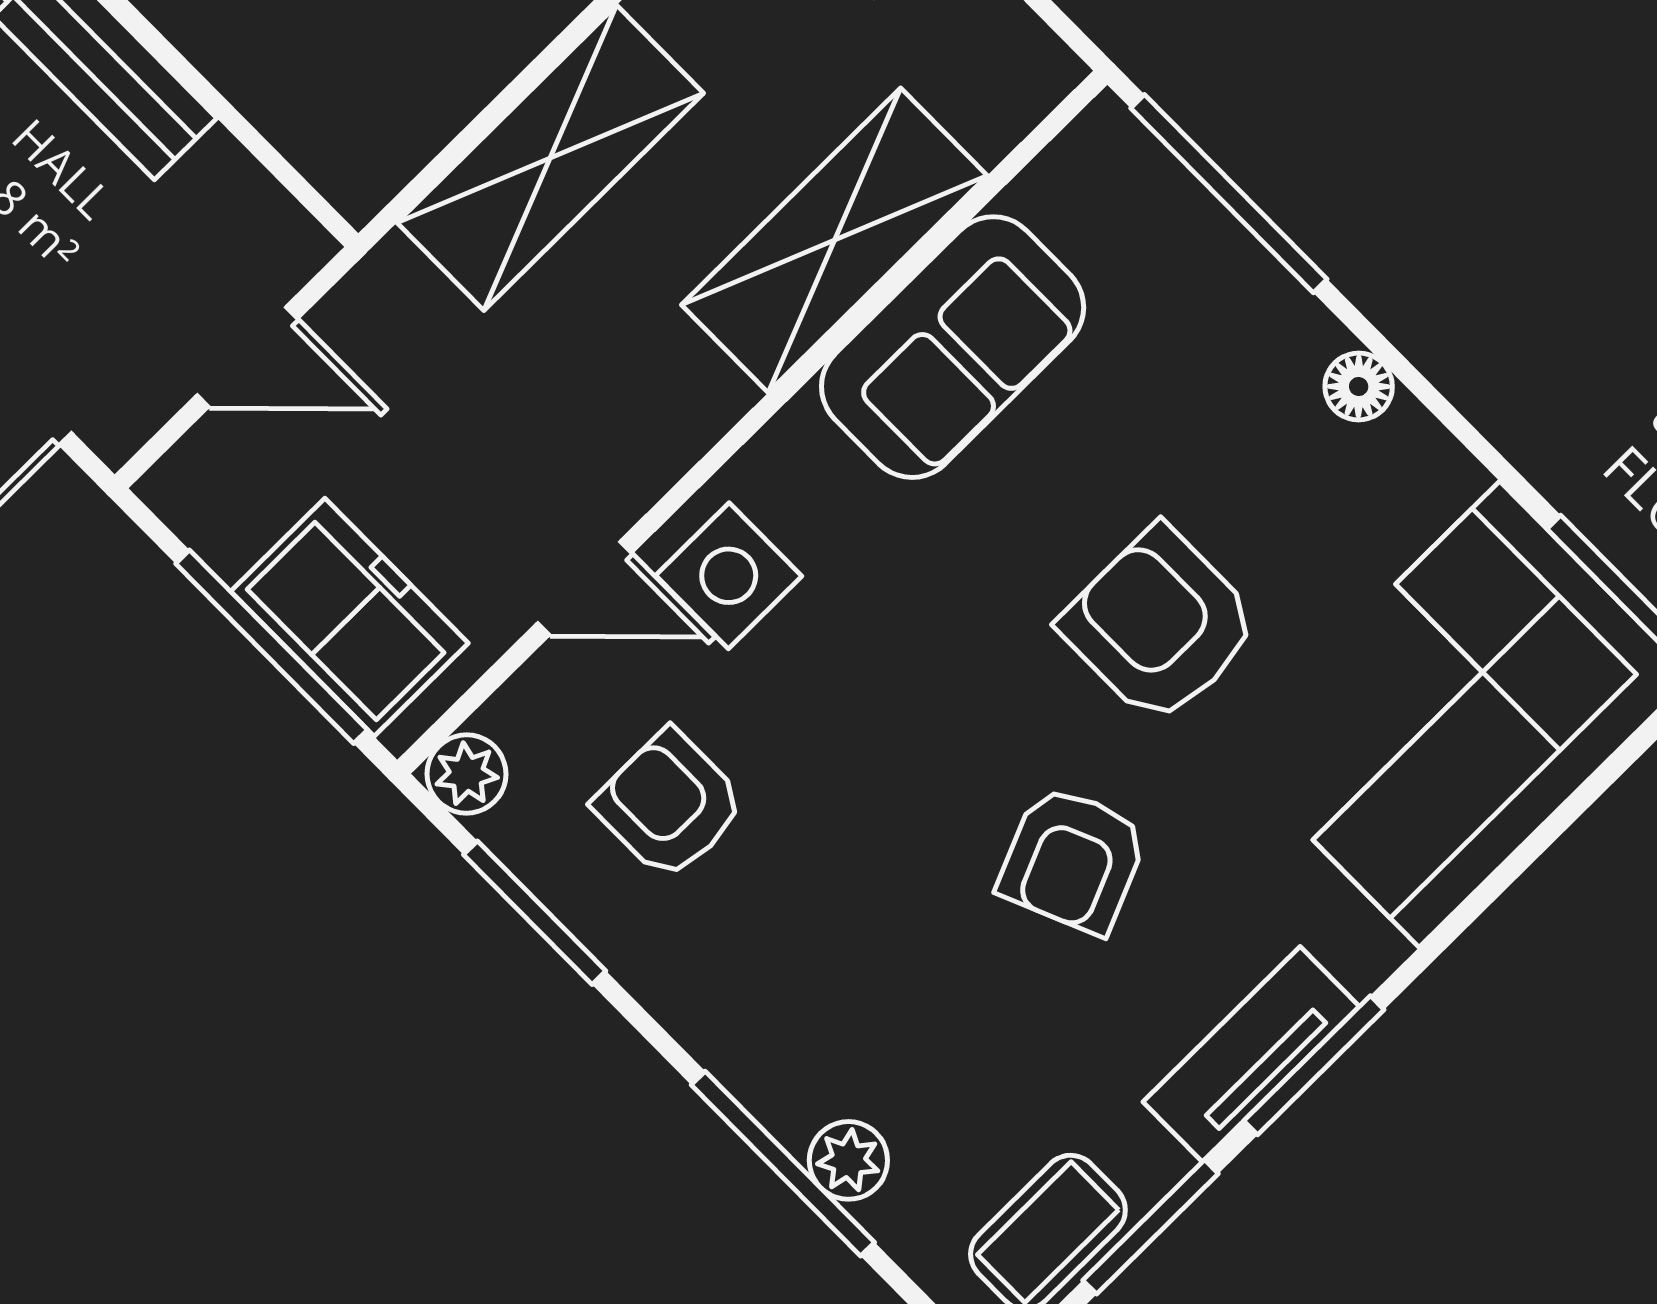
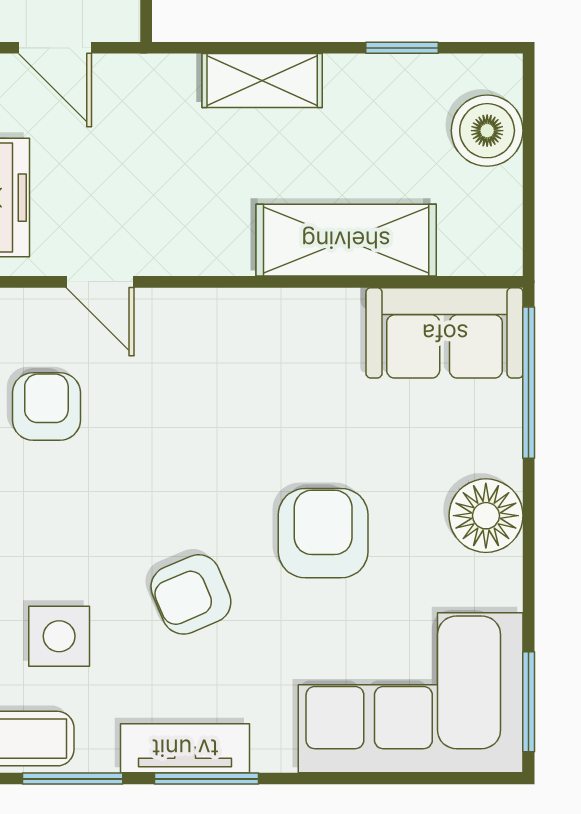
shelving: (550, 158) -> (262, 81), width x0.67, depth x0.75
sofa: (953, 347) -> (445, 333), moved
floor lamp: (1359, 386) -> (486, 516), width x1.89, depth x1.89
side table: (729, 576) -> (59, 636), moved

